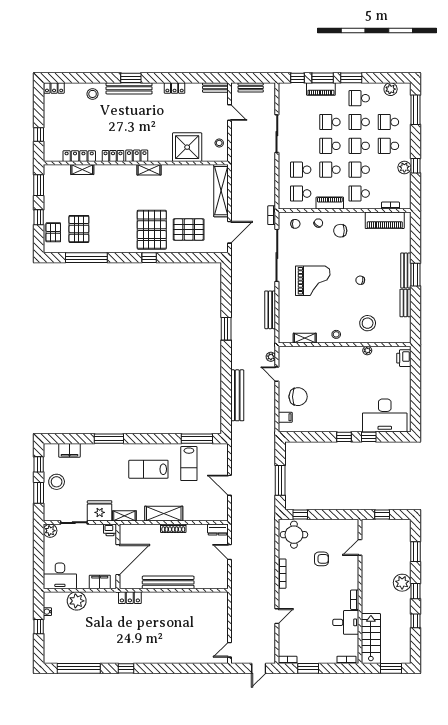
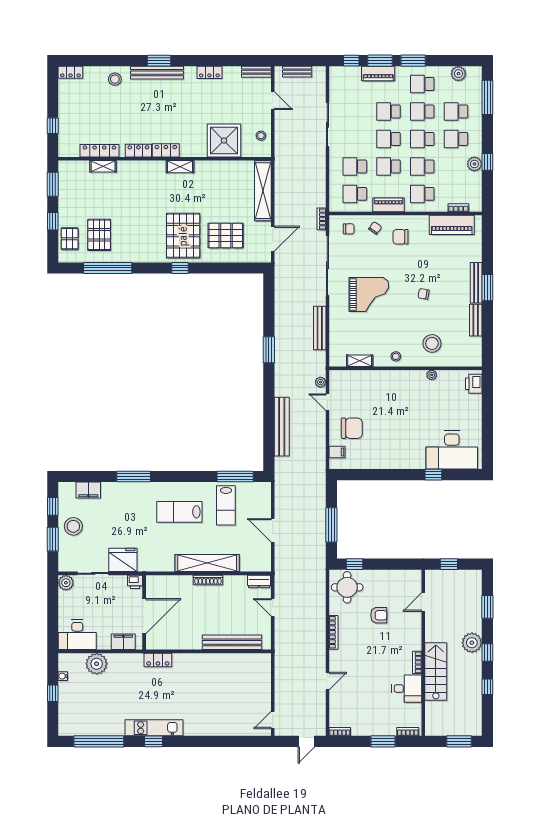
window: (344, 437) -> (405, 475), removed
shelving: (164, 514) -> (207, 563), width x1.47
shelving: (124, 516) -> (152, 566), removed
bench: (168, 582) -> (232, 642), moved
stairs: (371, 638) -> (436, 672), moved
kitchen unit: (126, 656) -> (154, 728), added
window: (308, 668) -> (383, 741), moved

